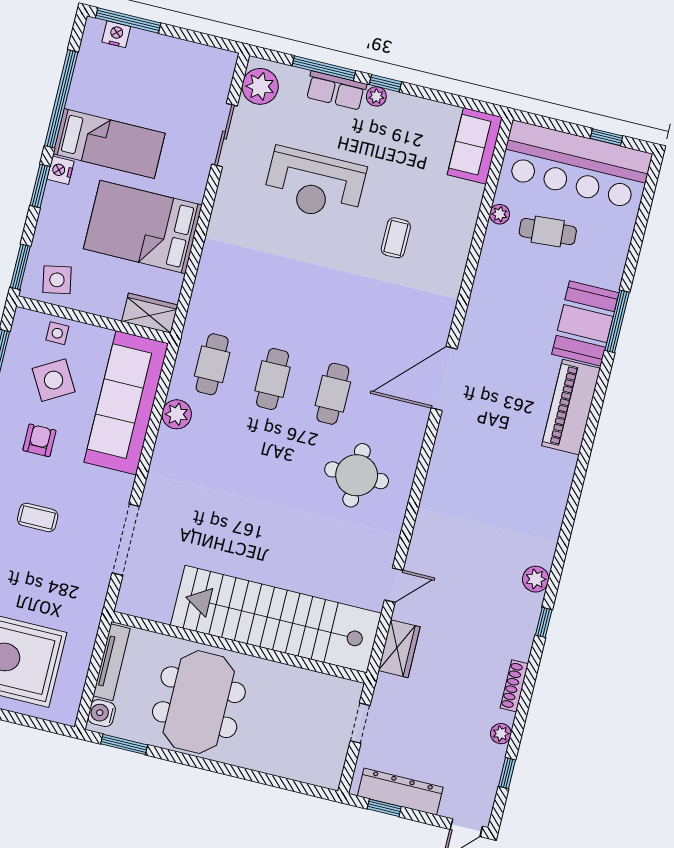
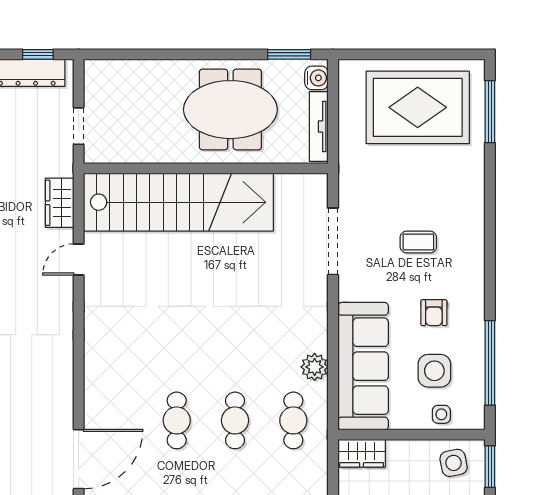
side table: (54, 380) -> (434, 371), turned 30
round table: (357, 475) -> (137, 351), removed
meeting table: (199, 702) -> (230, 110), turned 90

